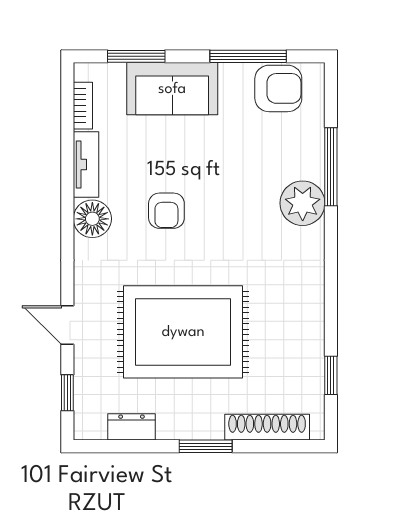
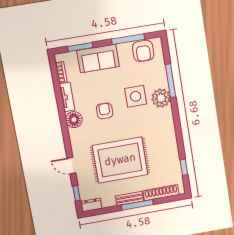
armchair: (278, 88) -> (143, 51), turned 90
side table: (244, 189) -> (136, 96), added
armchair: (166, 211) -> (105, 111), turned 180
dresser: (132, 427) -> (91, 205), moved
bench: (190, 428) -> (130, 199), added
window: (206, 446) -> (137, 205), width x1.44

